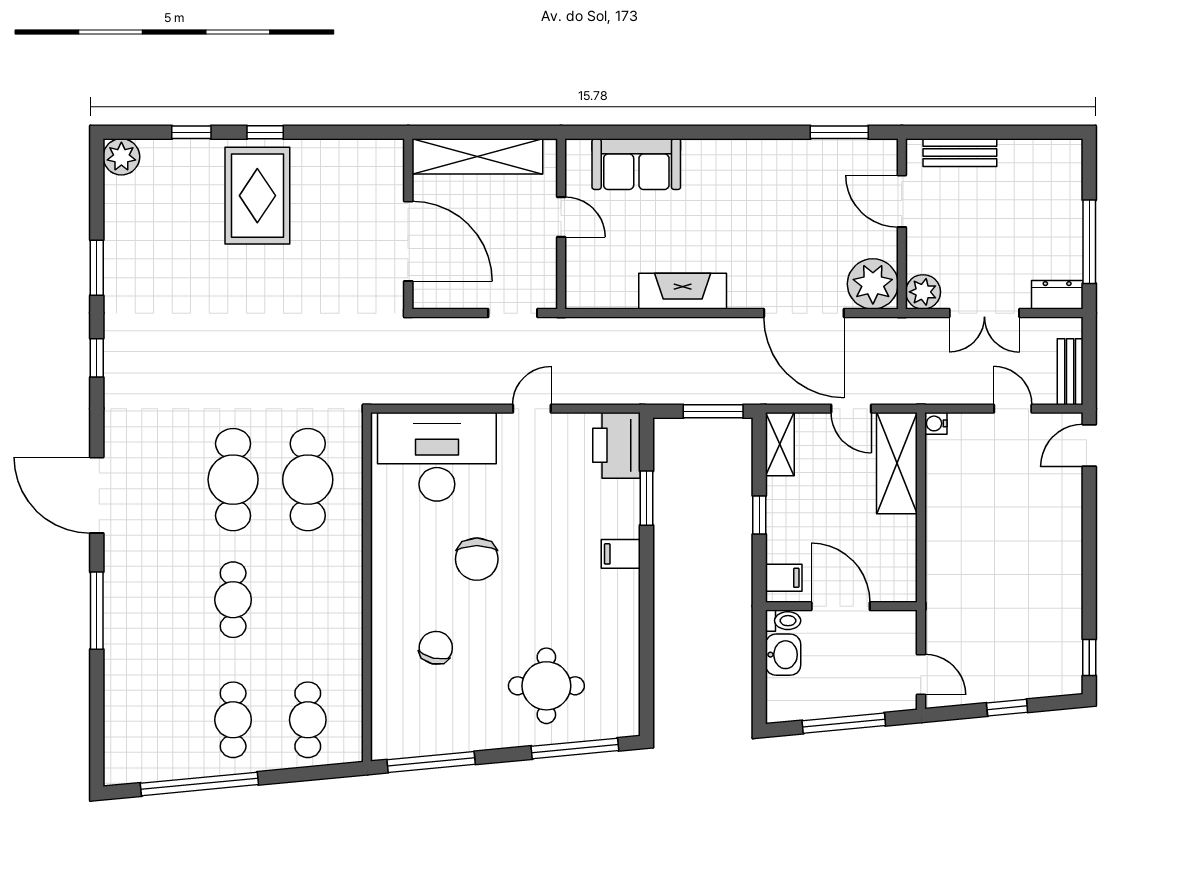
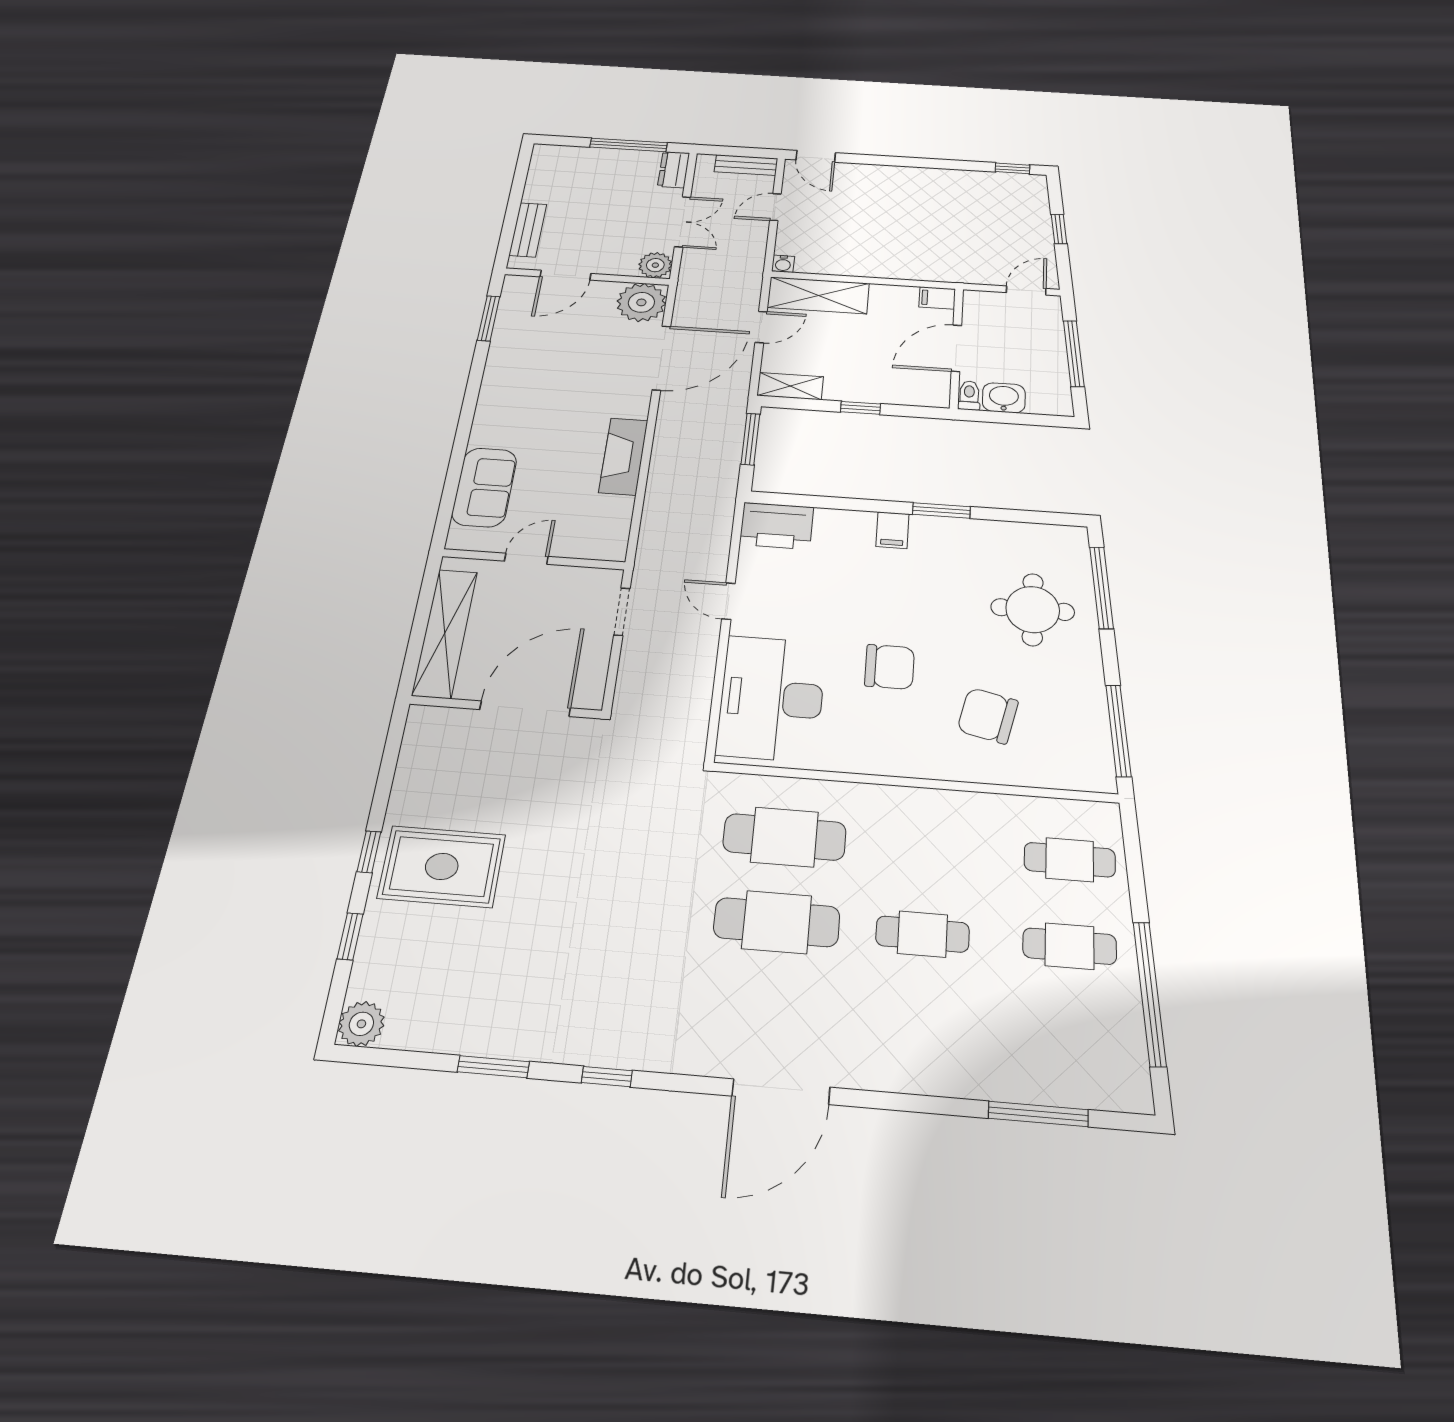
window: (646, 498) -> (941, 511), moved
filing cabinet: (784, 578) -> (937, 298), moved, turned -90
window: (97, 611) -> (1038, 1114), moved
chair: (436, 648) -> (988, 716), width x1.37, depth x1.37

